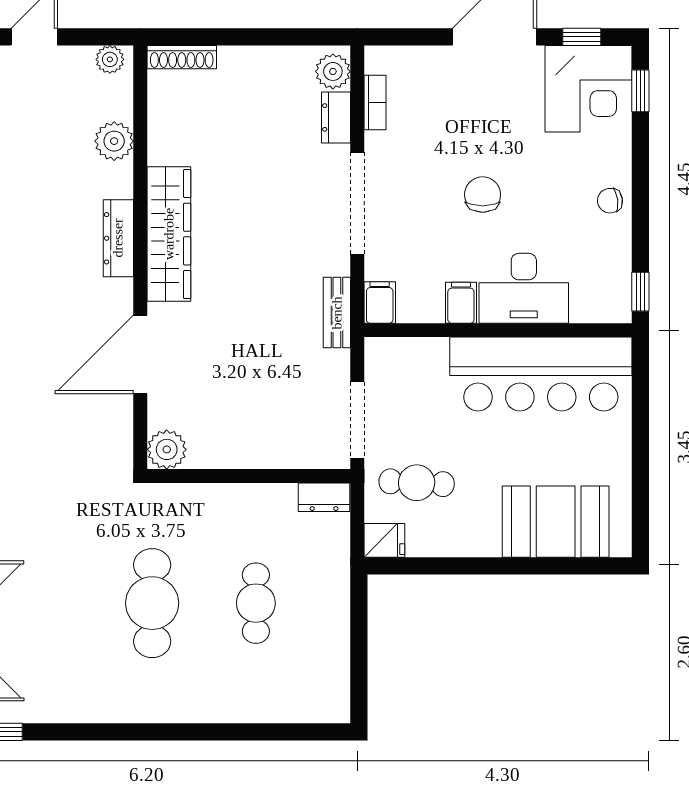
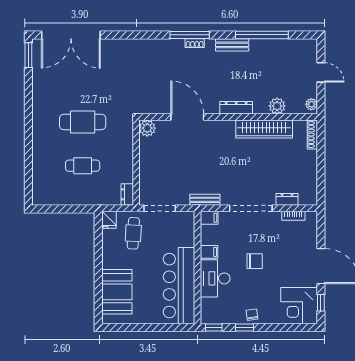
plant: (333, 71) -> (306, 198), removed
window: (640, 91) -> (244, 327), moved
wardrobe: (169, 234) -> (264, 129), moved

